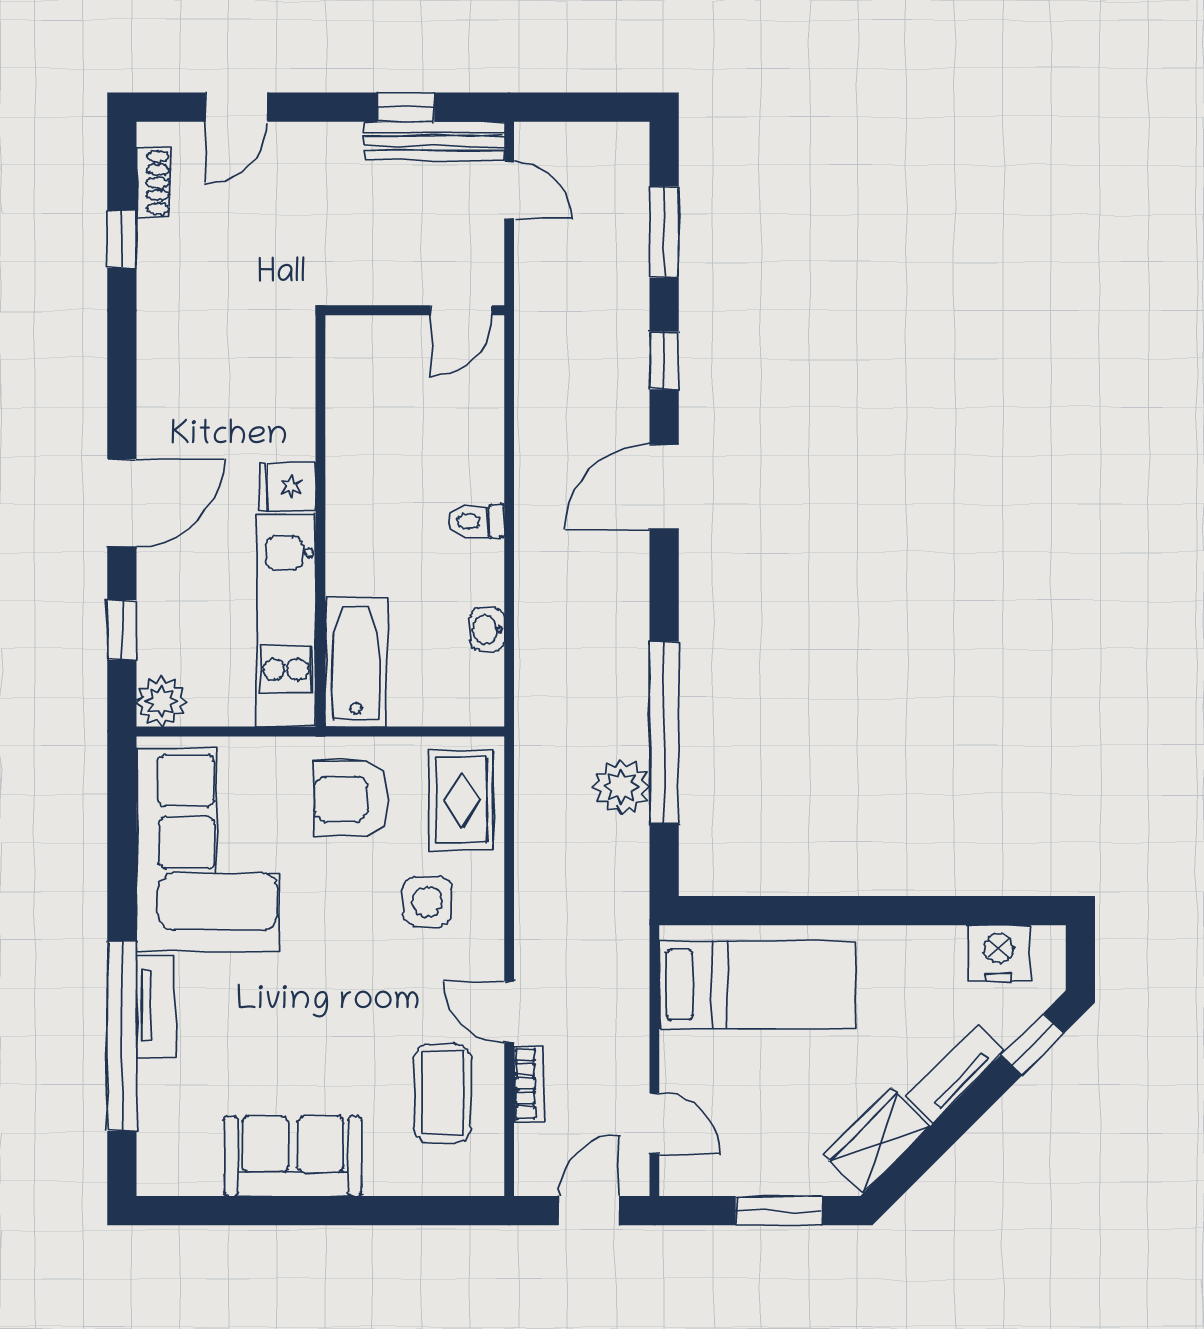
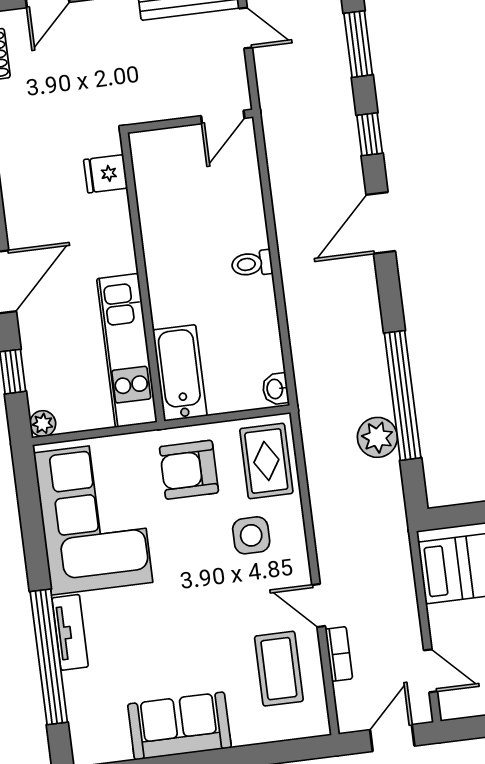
fridge: (287, 487) -> (106, 174), moved
washbasin: (487, 630) -> (275, 389), moved
plant: (162, 701) -> (43, 424), width x0.73, depth x0.73

